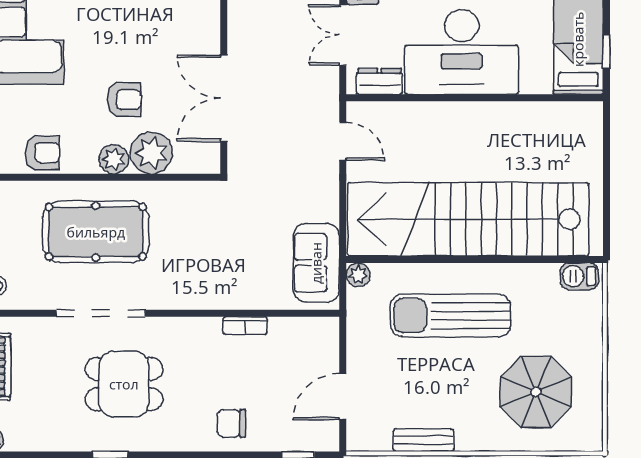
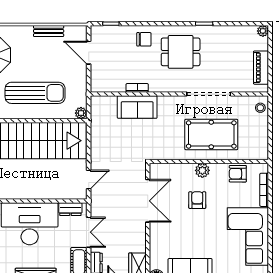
armchair: (124, 100) -> (197, 200), turned 90
door: (343, 141) -> (89, 179), swing flipped
plant: (151, 153) -> (184, 174), removed
sofa: (316, 263) -> (137, 107), moved, turned 90
dining table: (124, 384) -> (181, 52), moved
door: (343, 397) -> (89, 53), swing flipped

